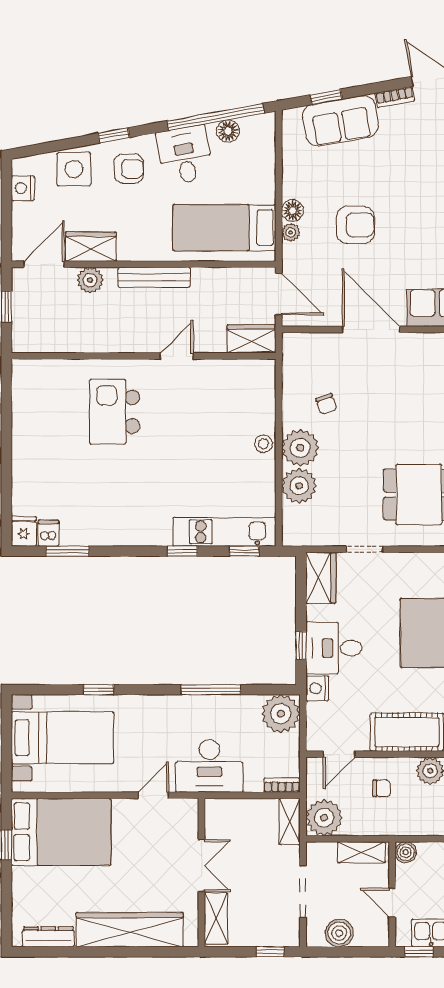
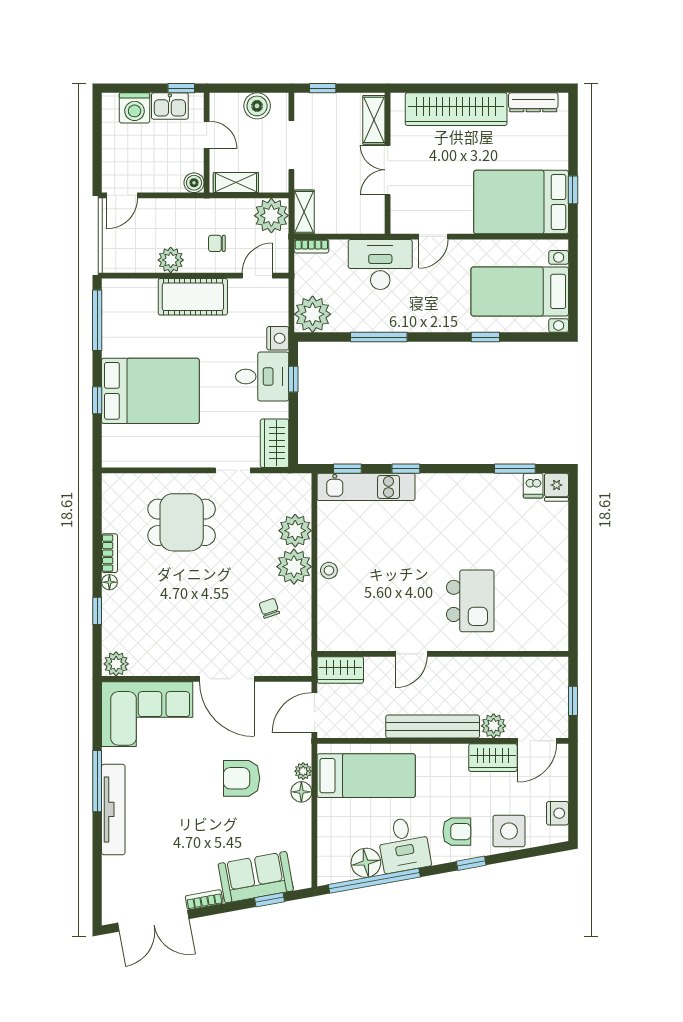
floor lamp: (228, 131) -> (366, 863), width x1.38, depth x1.38
armchair: (129, 169) -> (457, 832), turned 180
bench: (154, 277) -> (433, 726), width x1.37, depth x1.21
door: (279, 294) -> (314, 713), hinge flipped

